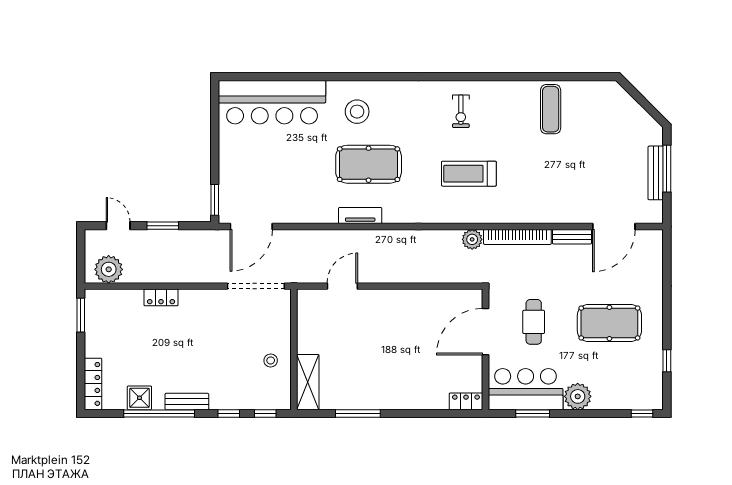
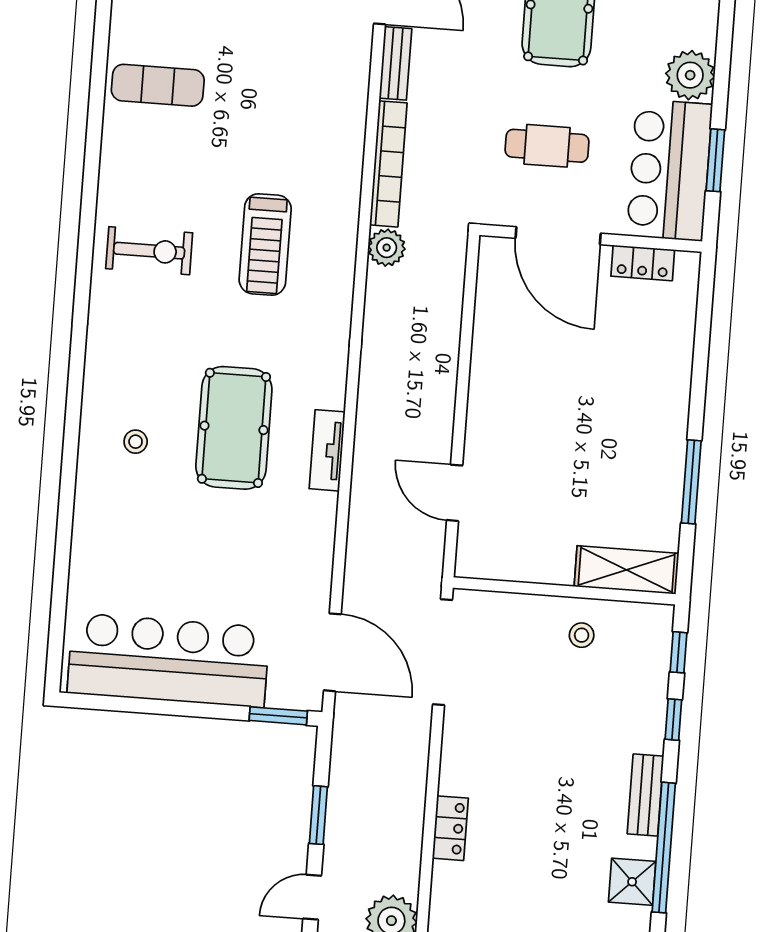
bar counter: (272, 102) -> (168, 660), moved, turned -90
exercise bike: (461, 111) -> (149, 251), width x1.38, depth x1.39
stool: (357, 112) -> (136, 442), width x0.53, depth x0.53
locker: (466, 401) -> (643, 263), moved, turned -90

